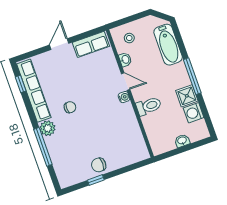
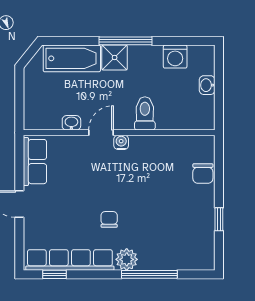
stool: (129, 38) -> (45, 107), removed
shower: (187, 96) -> (115, 57), moved
chair: (99, 165) -> (203, 173), moved

